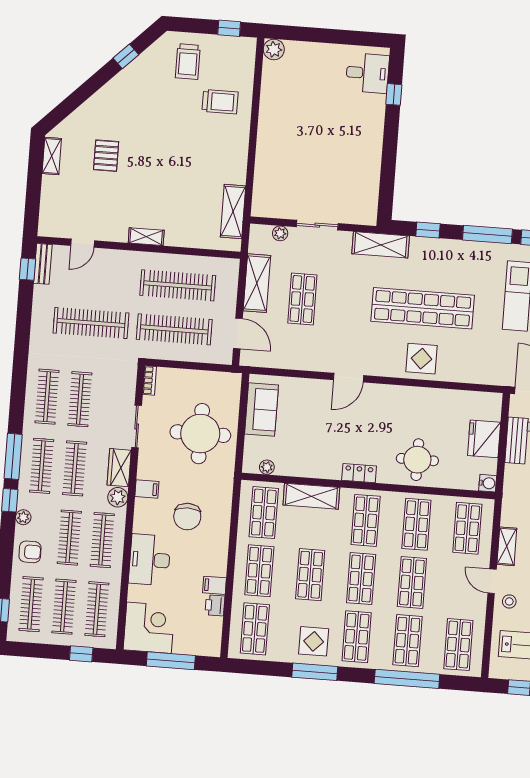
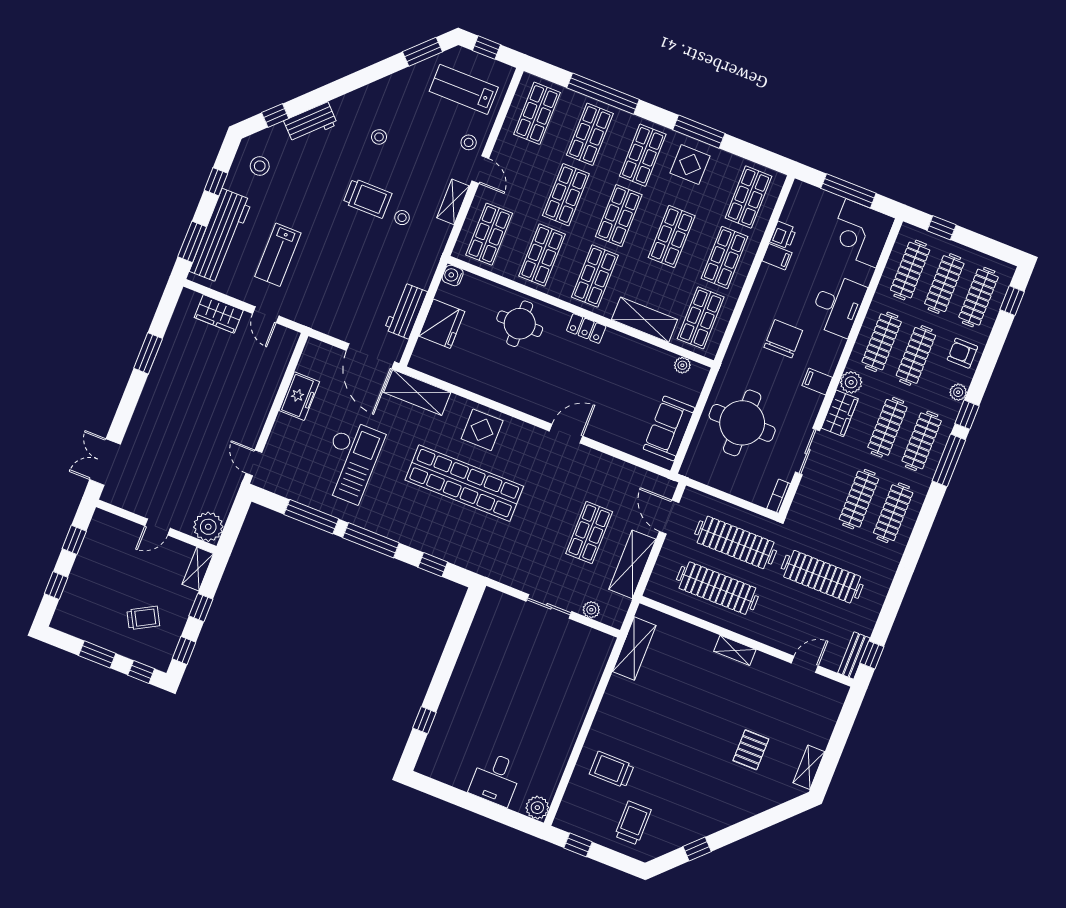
desk: (367, 73) -> (496, 779), moved, turned -90
shelving: (381, 245) -> (417, 392), moved

